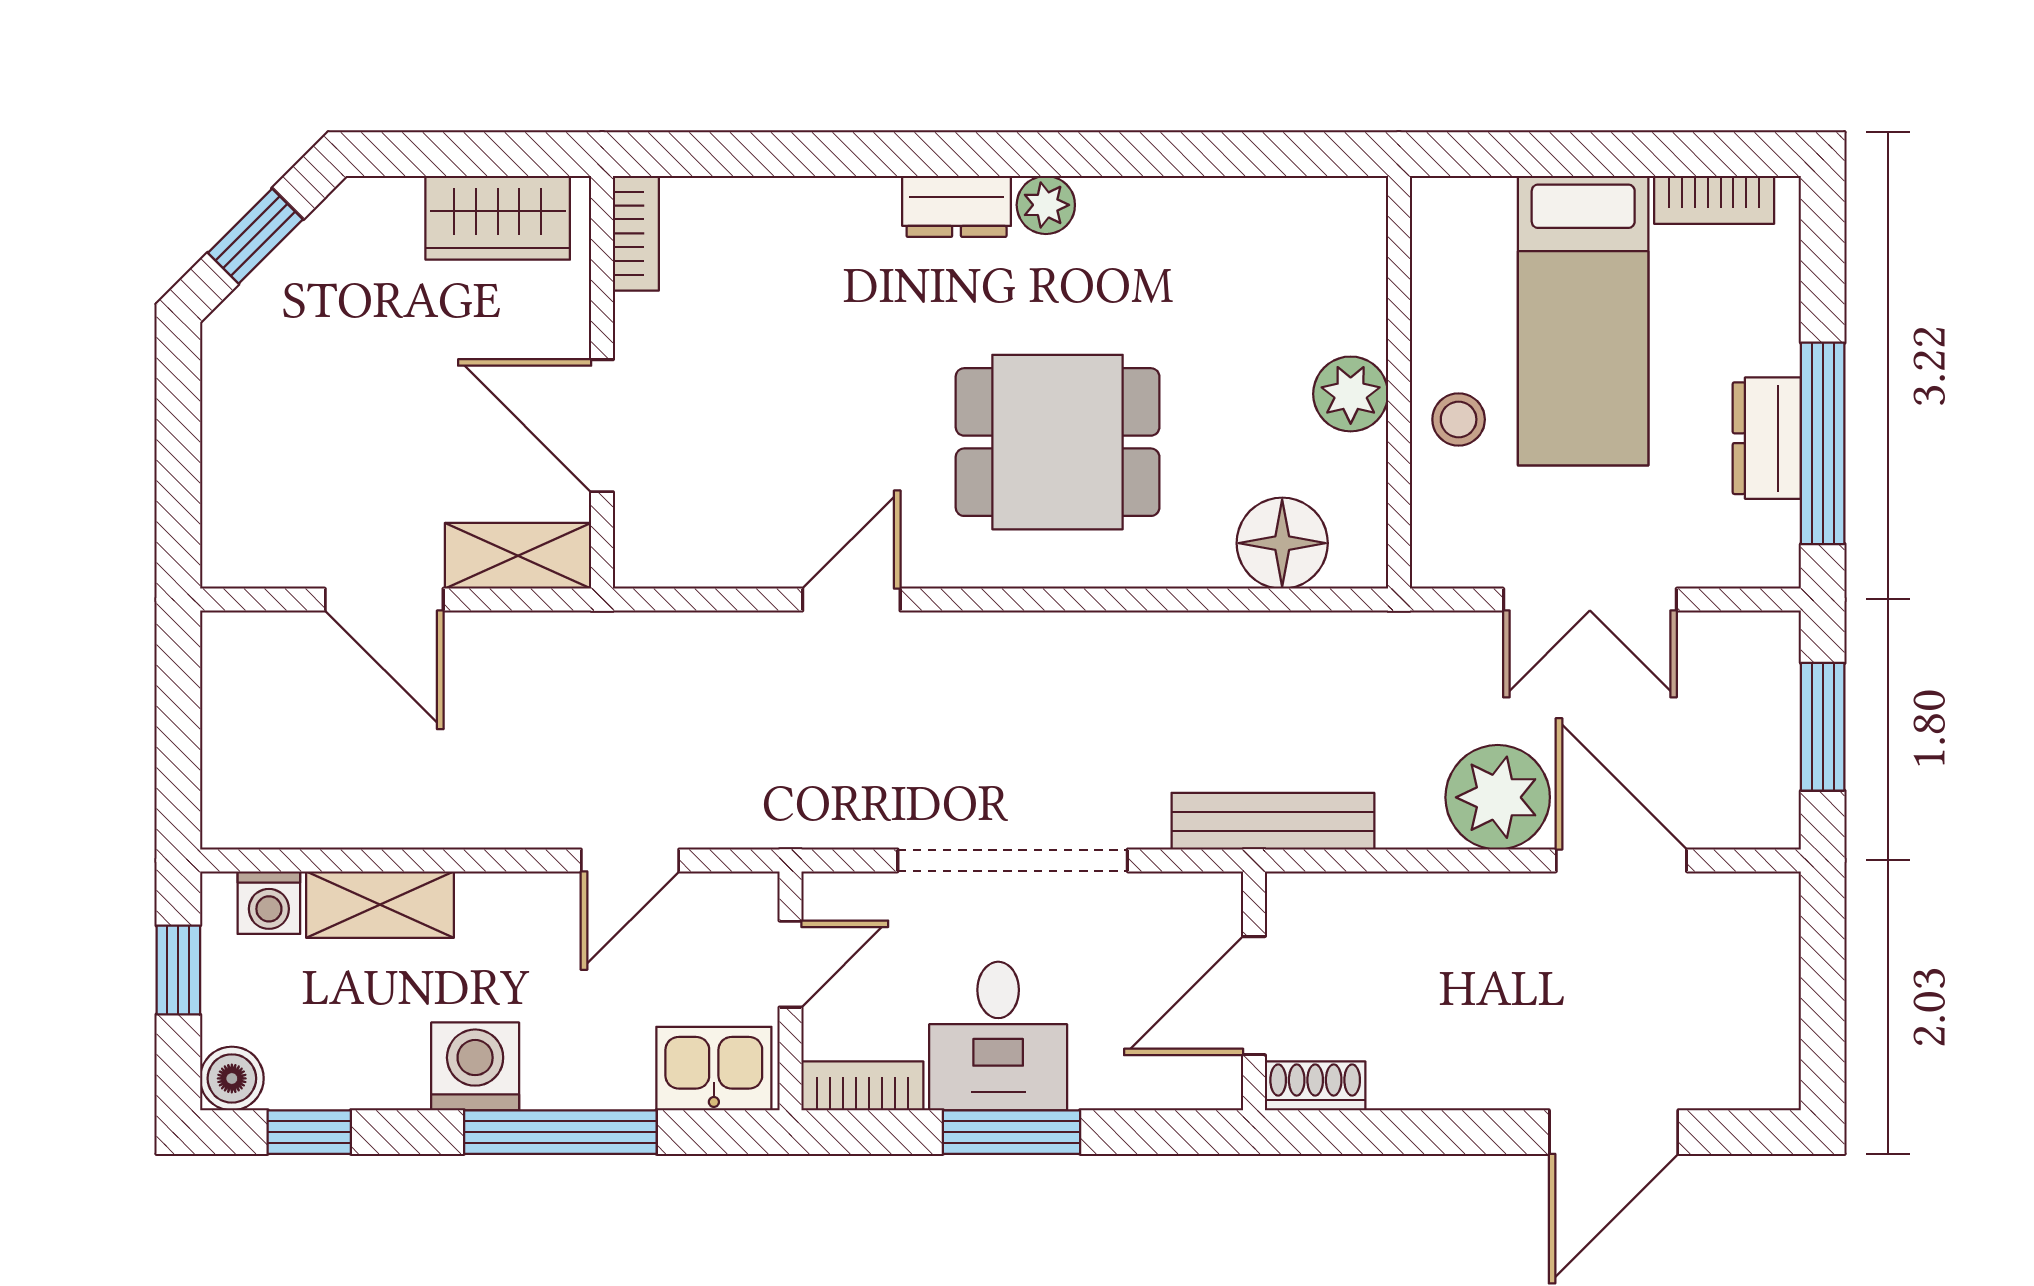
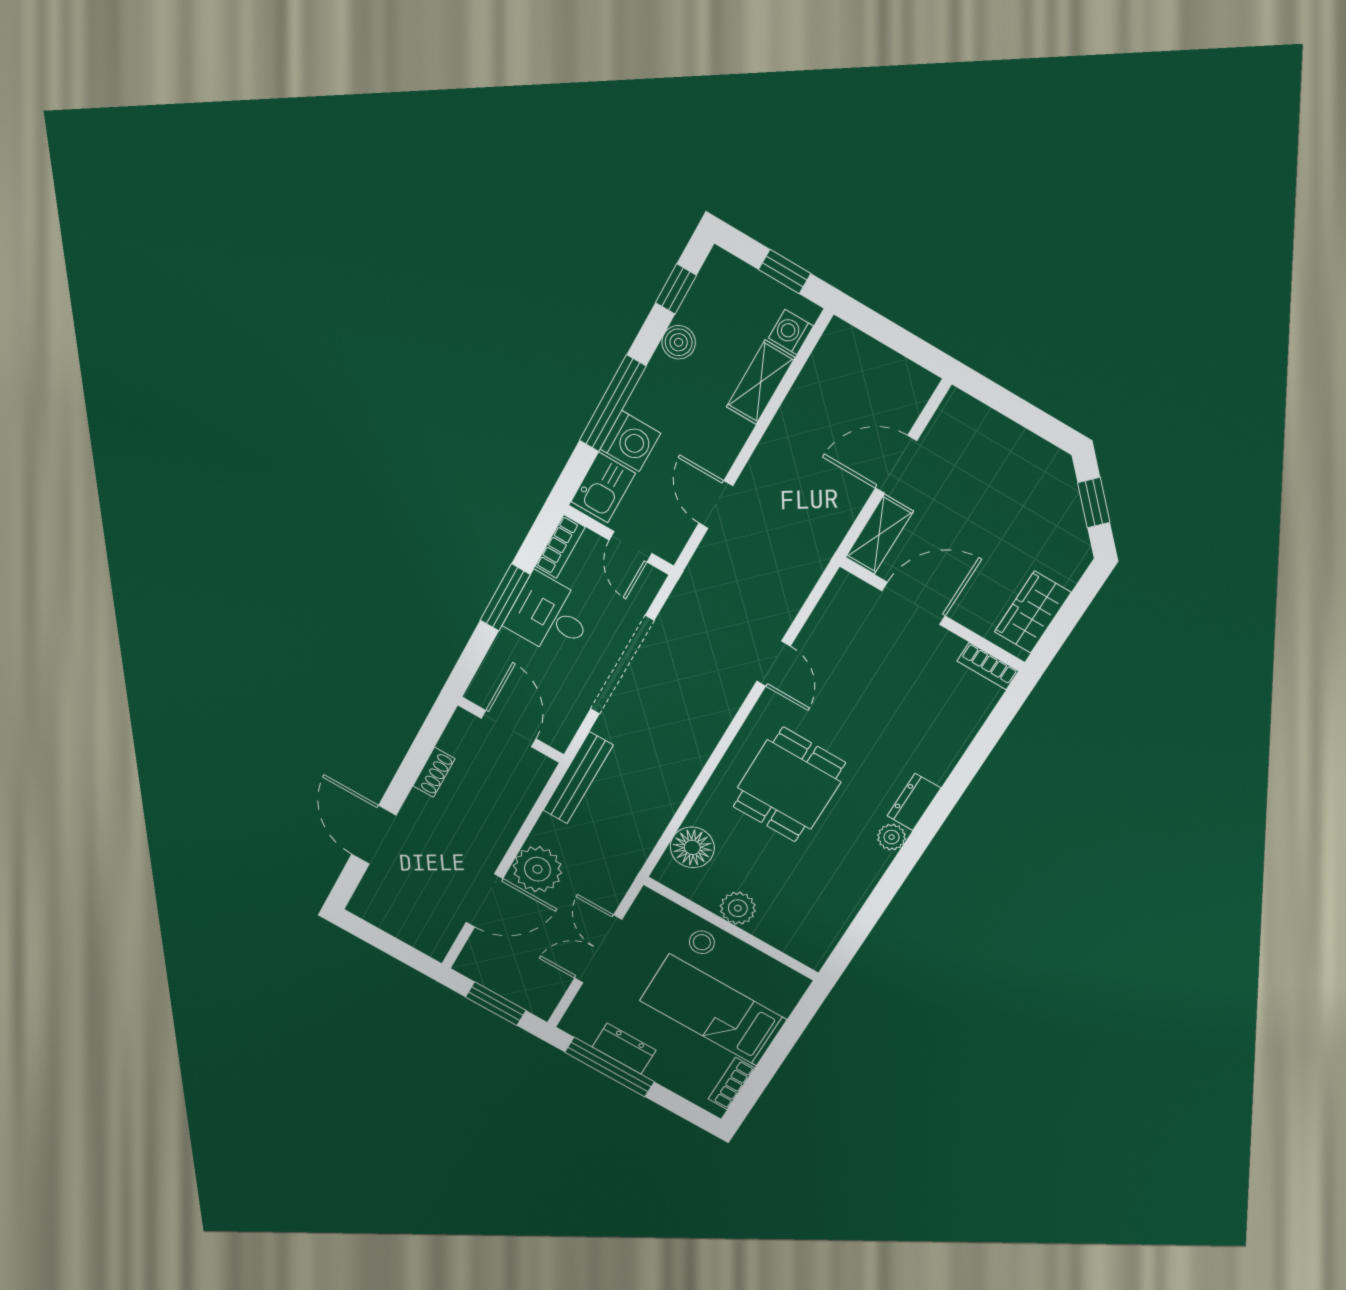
washing machine: (475, 1066) -> (630, 441), moved
boiler: (232, 1078) -> (679, 342), moved
shoe rack: (1315, 1086) -> (434, 772), moved

